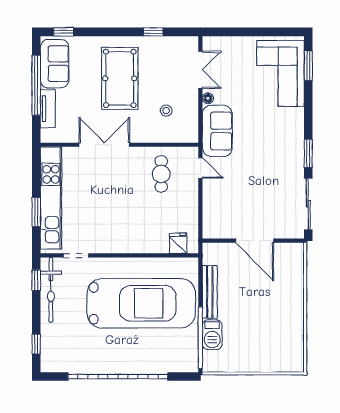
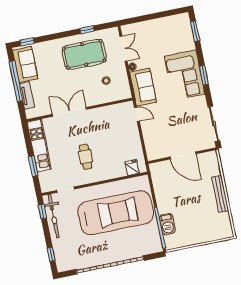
corner sofa: (281, 73) -> (185, 75), moved
pool table: (120, 78) -> (84, 54), moved, turned 90
window: (308, 153) -> (204, 75), moved
cafe table: (161, 174) -> (86, 157), moved
kitchen unit: (51, 198) -> (39, 145), width x0.73
bench: (210, 292) -> (220, 194), moved

